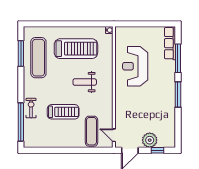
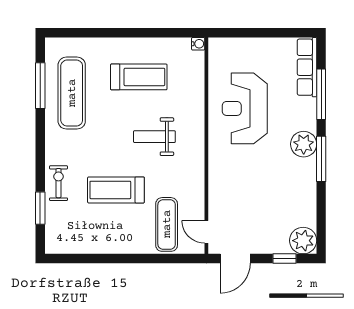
treadmill: (76, 49) -> (139, 77), width x0.73, depth x0.73
plant: (168, 86) -> (304, 144), added
treadmill: (63, 112) -> (116, 190), turned 180
window: (21, 122) -> (40, 208), width x0.47
plant: (150, 140) -> (303, 241), moved

